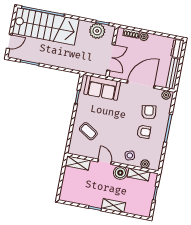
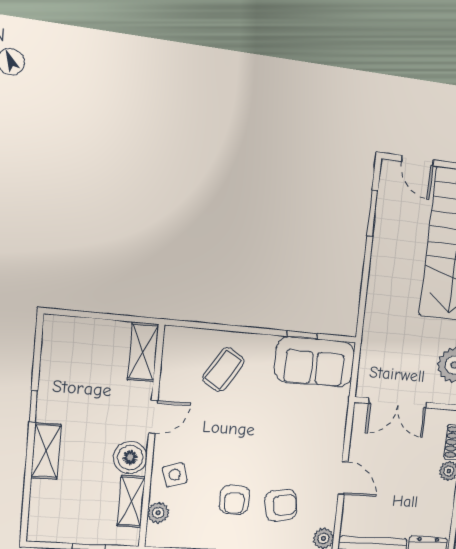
door: (141, 84) -> (343, 478), width x0.53
sofa: (102, 88) -> (315, 362), moved, turned -90

